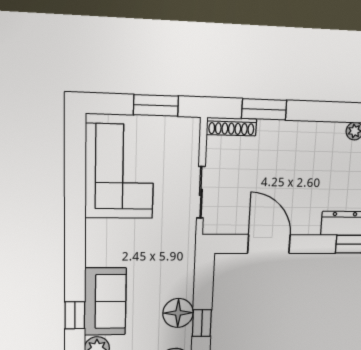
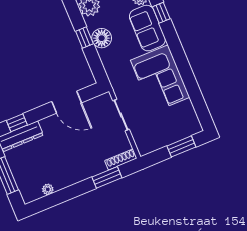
window: (156, 105) -> (181, 146), moved
corner sofa: (120, 172) -> (160, 79), moved

